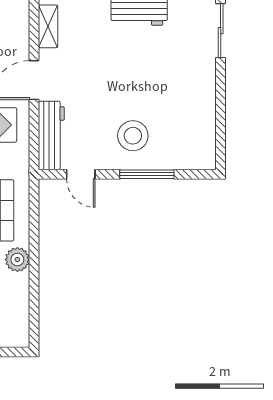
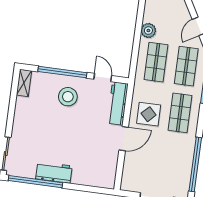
shelving: (48, 26) -> (24, 83), moved
window: (147, 174) -> (62, 72), width x1.46

